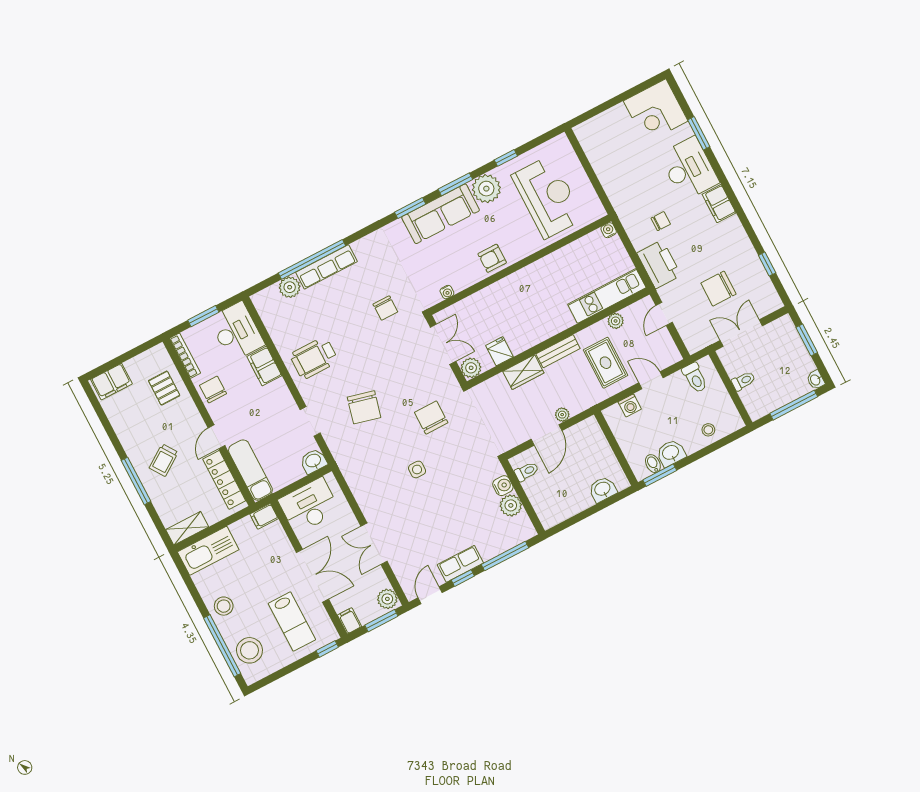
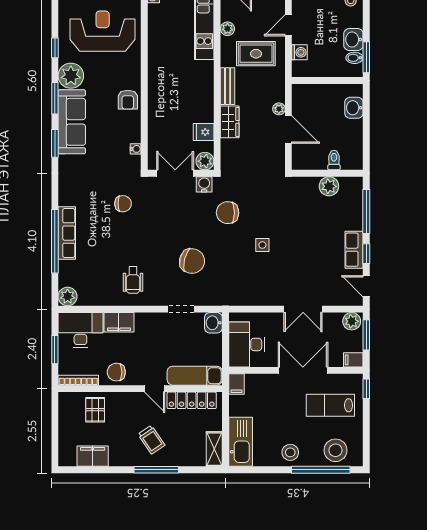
plant: (290, 287) -> (68, 296), moved
wheelchair: (314, 358) -> (133, 280), width x0.73, depth x0.73
filing cabinet: (111, 382) -> (93, 456), moved, turned -90
pallet: (164, 388) -> (95, 410), turned 90
toilet: (527, 472) -> (334, 160), moved
water cooler: (503, 486) -> (204, 184), moved
lab bench: (292, 622) -> (330, 405), turned 180

